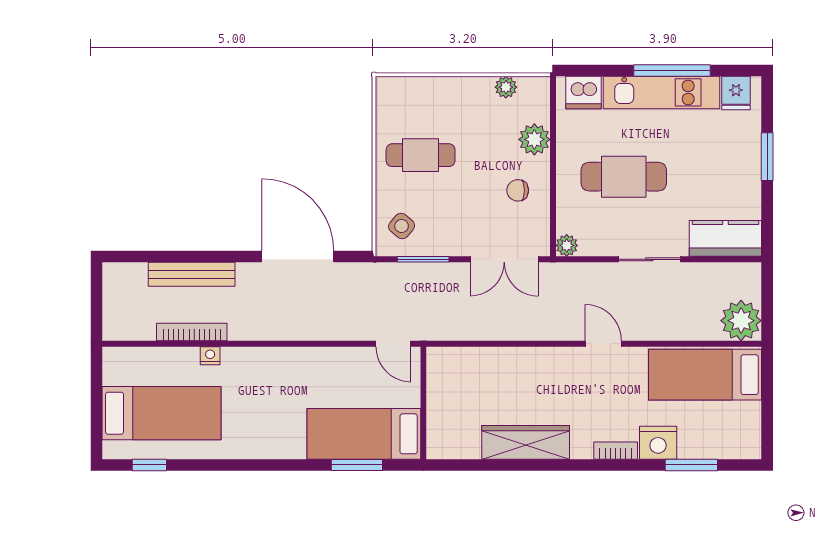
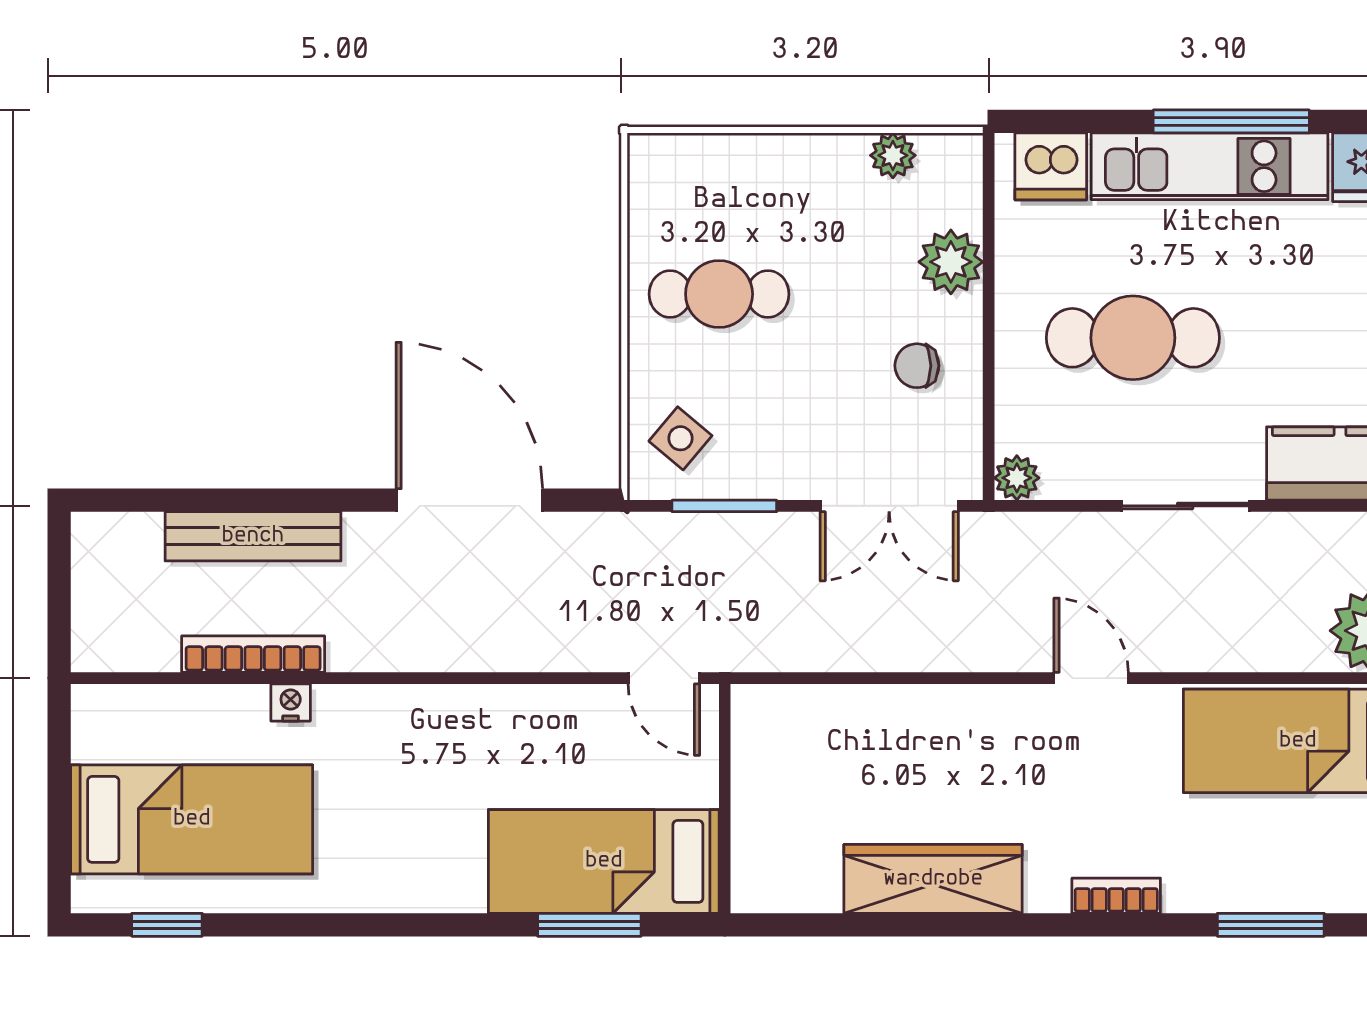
nightstand: (658, 443) -> (1203, 880), removed

